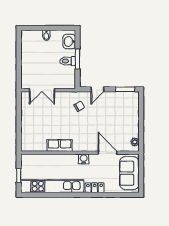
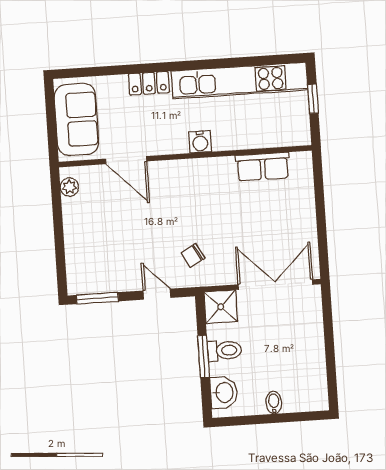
shower: (68, 82) -> (221, 307), added
door: (97, 89) -> (157, 294), hinge flipped
double door: (42, 90) -> (275, 285), width x1.37
row of seats: (59, 145) -> (263, 167), moved
water cooler: (84, 159) -> (200, 142), moved

